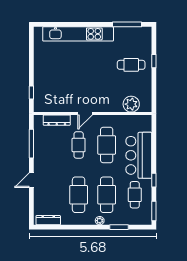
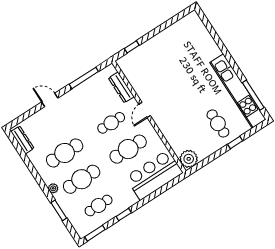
kitchen unit: (78, 34) -> (238, 91), moved
plant: (131, 104) -> (189, 159), moved
door: (85, 113) -> (145, 110), hinge flipped
bar counter: (139, 155) -> (154, 175), moved

